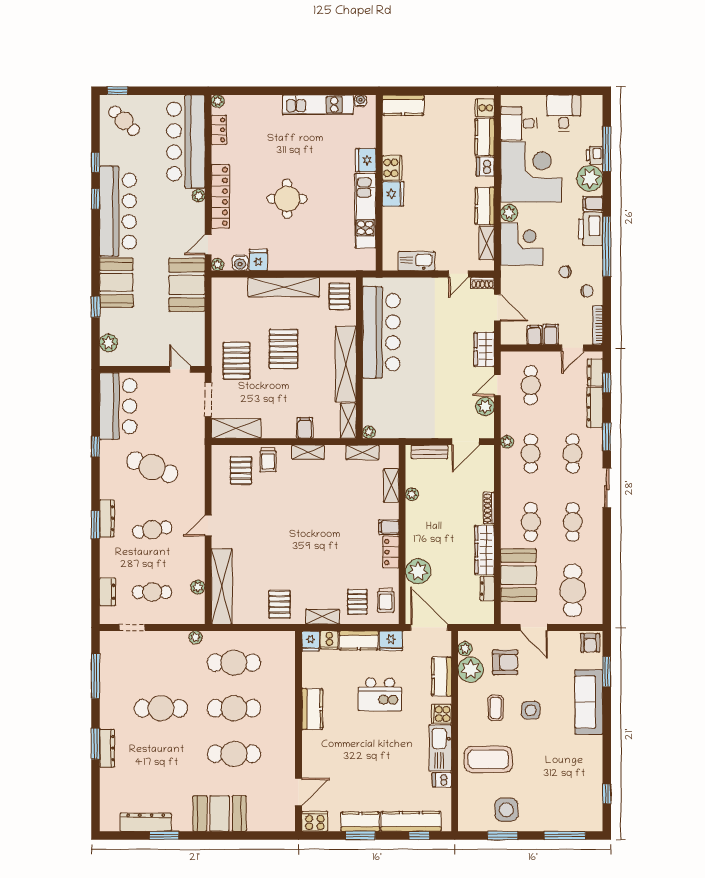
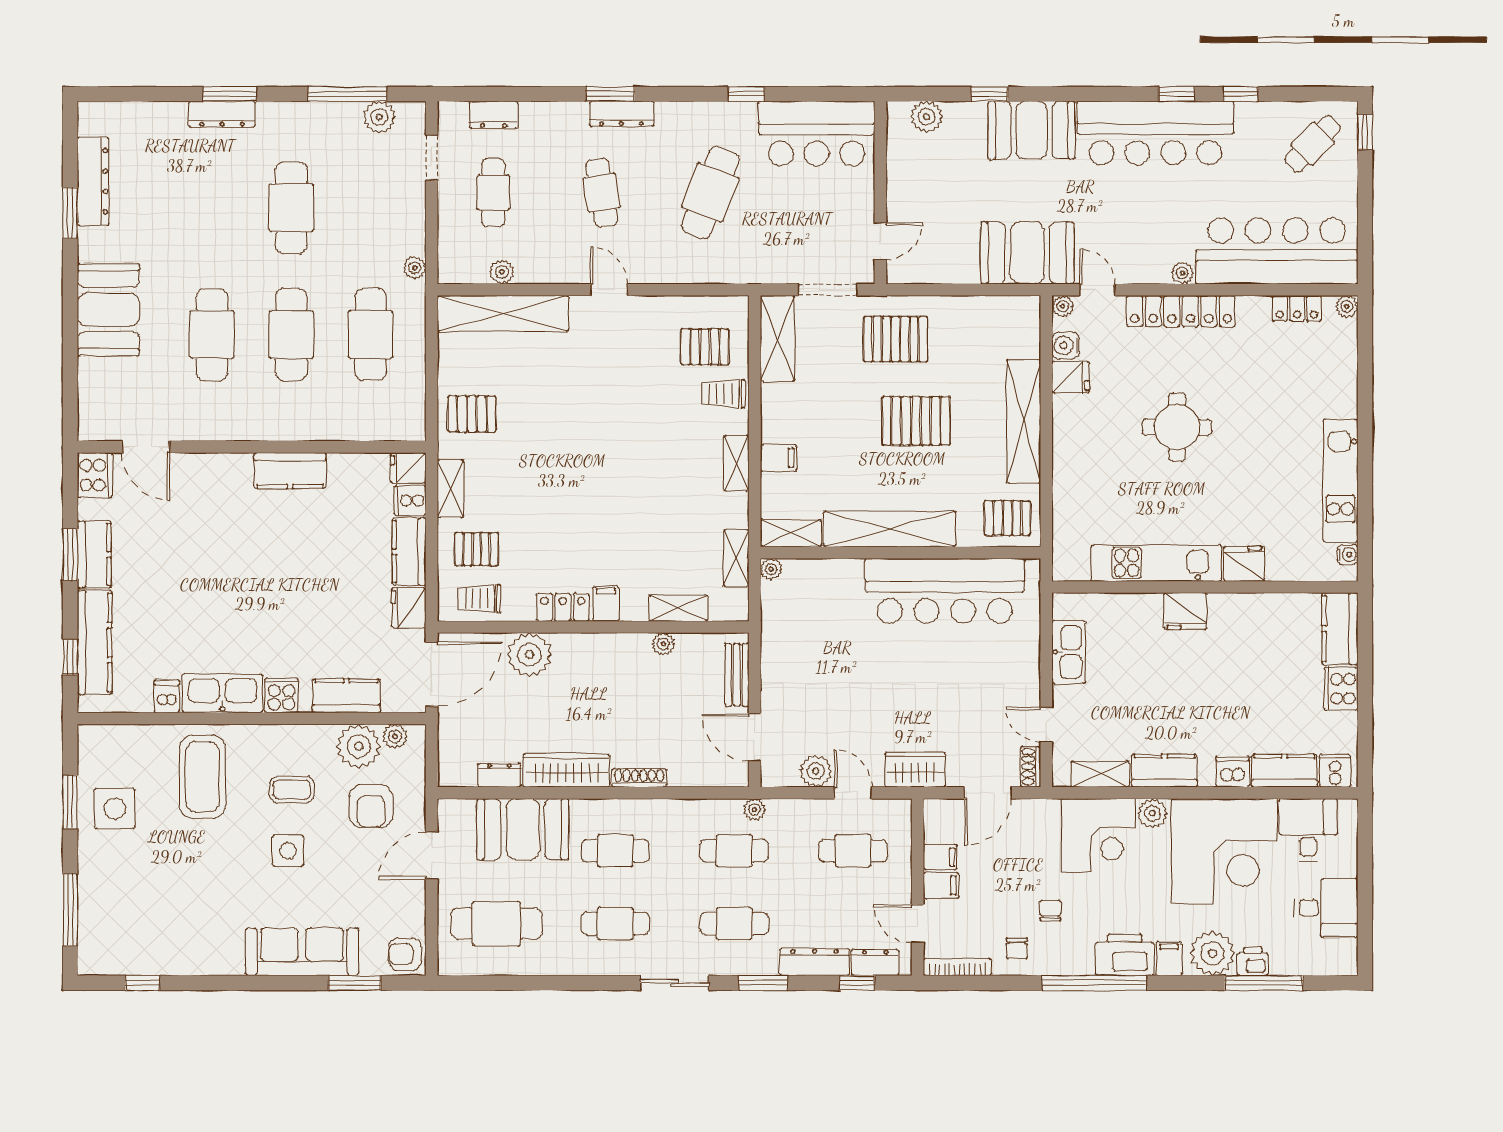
cooker: (392, 168) -> (1341, 689), moved, turned 90
plant: (109, 658) -> (379, 117), added
kitchen island: (380, 694) -> (315, 589), removed

